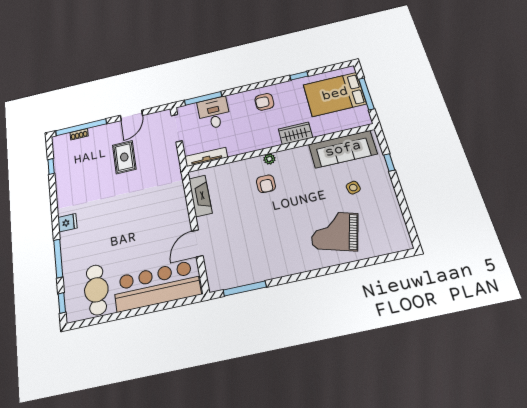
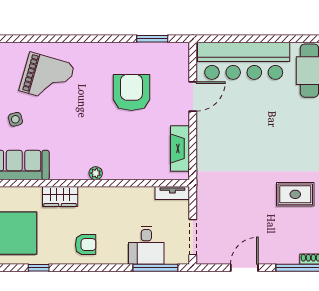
rug: (124, 157) -> (295, 194), moved, turned 90
tv unit: (206, 157) -> (172, 193), width x0.71
armchair: (266, 184) -> (131, 92), moved, width x1.88, depth x1.88
window: (245, 289) -> (152, 39), width x0.69

